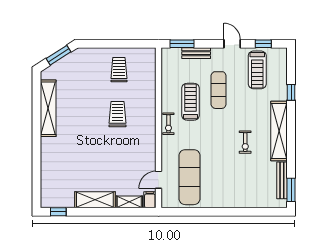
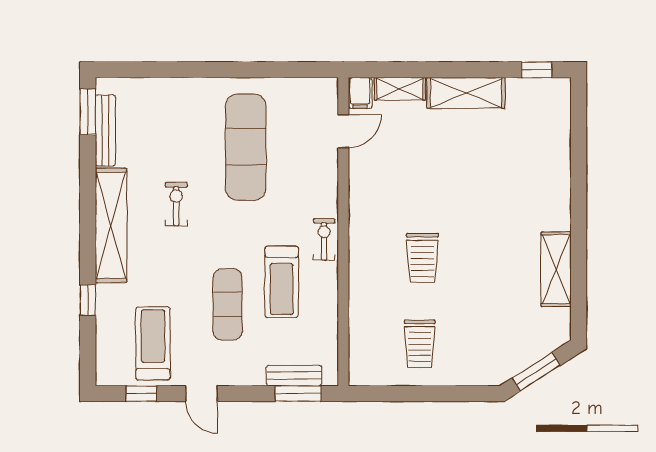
bench: (196, 53) -> (294, 376), moved
shelving: (48, 108) -> (556, 269), width x0.68
exercise mat: (190, 177) -> (246, 147), moved

